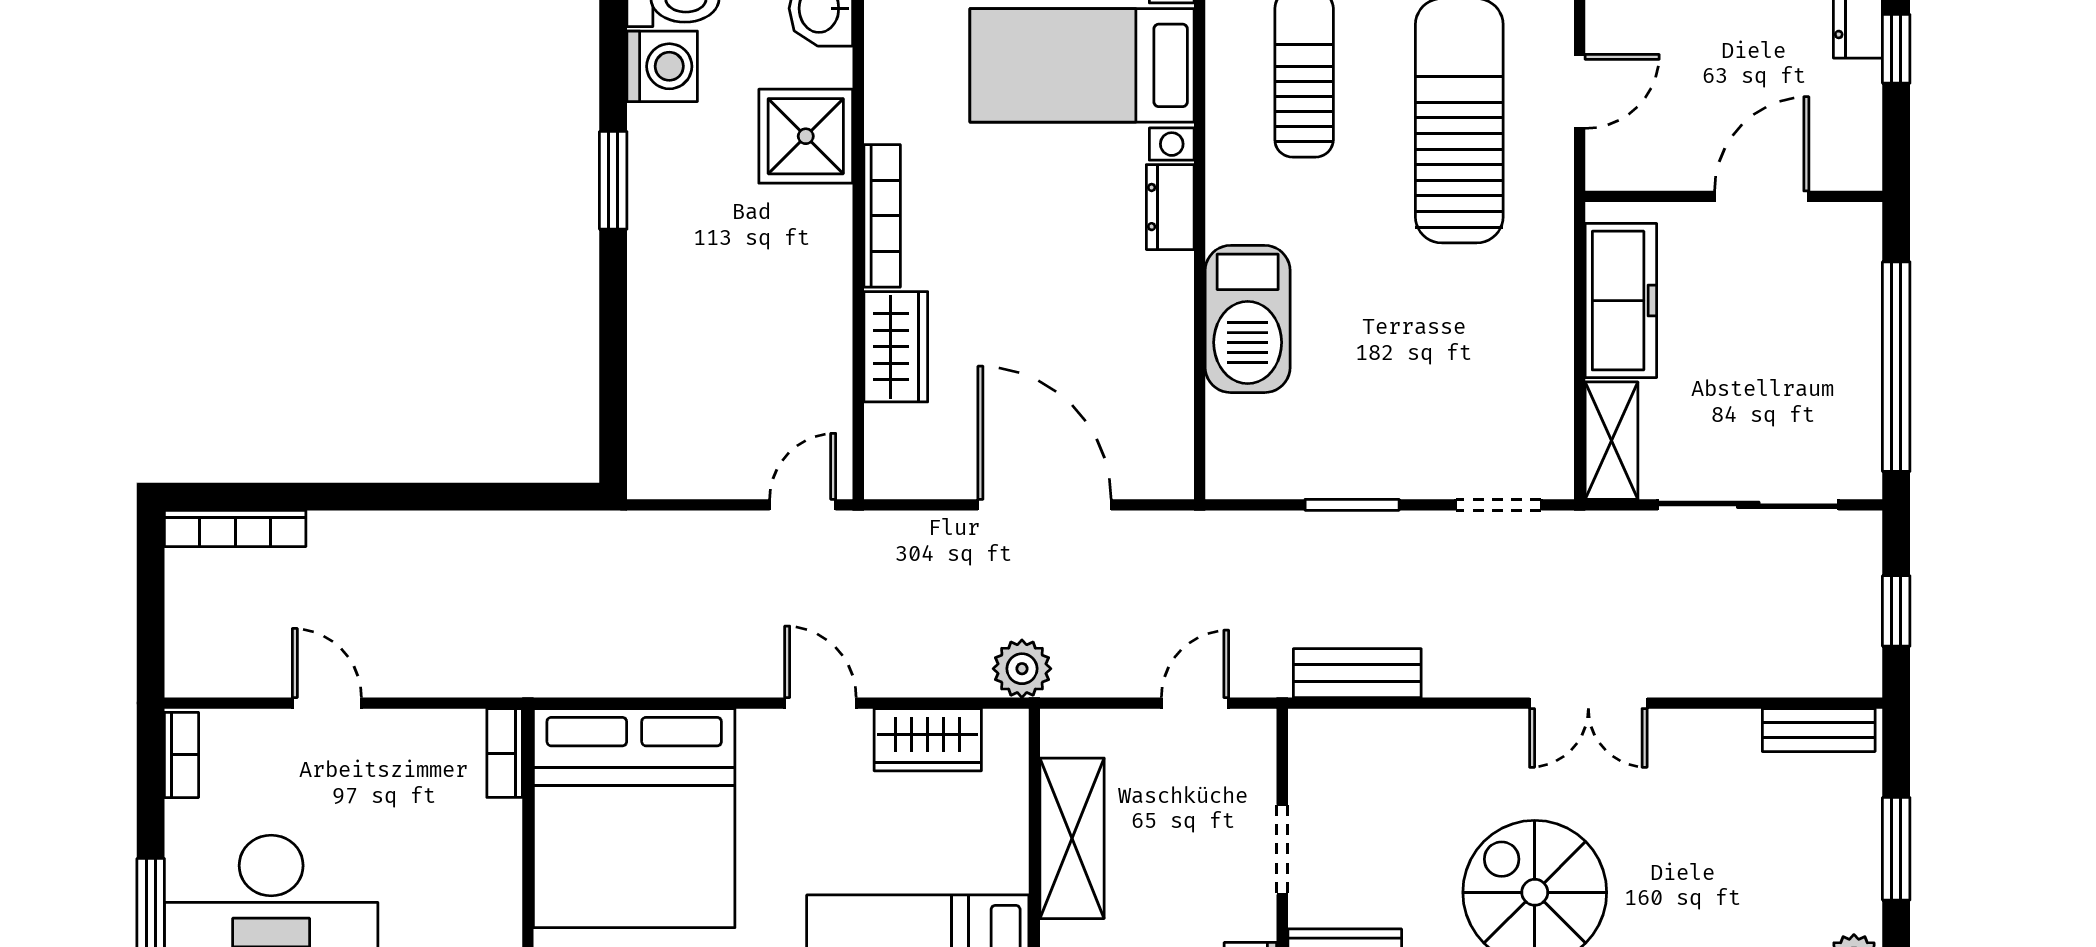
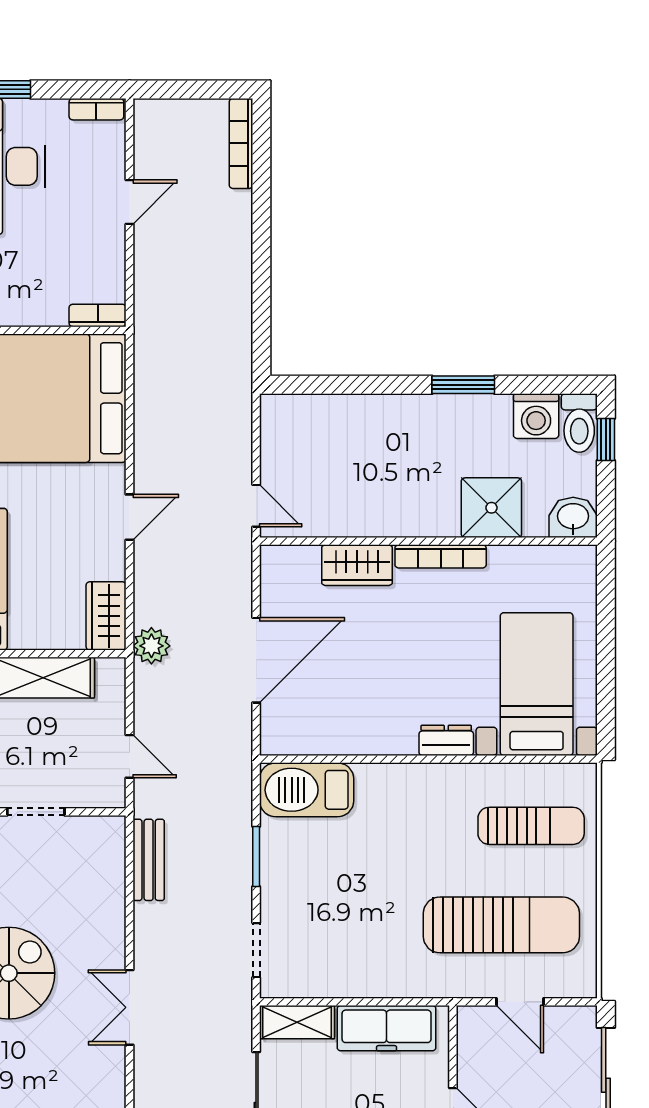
barbecue: (1248, 319) -> (307, 790), moved
wardrobe: (928, 740) -> (106, 616), moved

